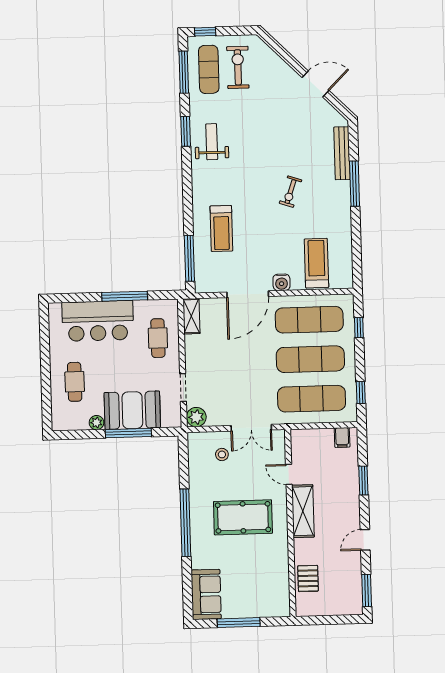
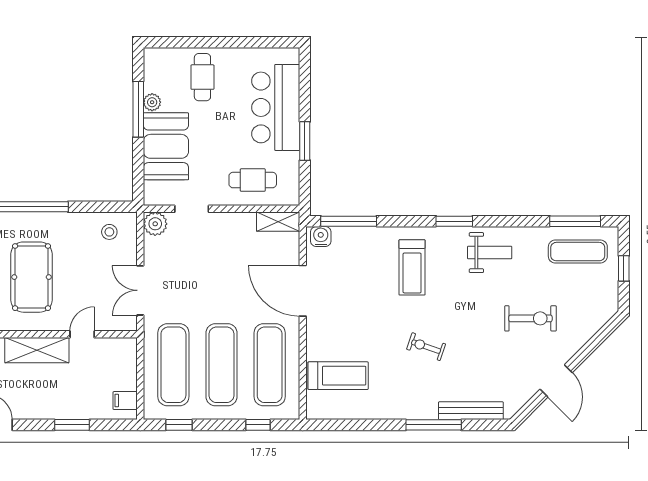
window: (205, 32) -> (624, 268), moved
exercise bike: (238, 67) -> (530, 318), moved
window: (186, 131) -> (454, 221), moved
treadmill: (221, 229) -> (412, 267), moved, turned -90
water cooler: (281, 282) -> (321, 237), moved, turned 90
window: (125, 296) -> (305, 141), width x0.69
cafe table: (75, 382) -> (202, 77), turned 90
window: (128, 433) -> (138, 109), moved
stool: (222, 454) -> (109, 232), moved

